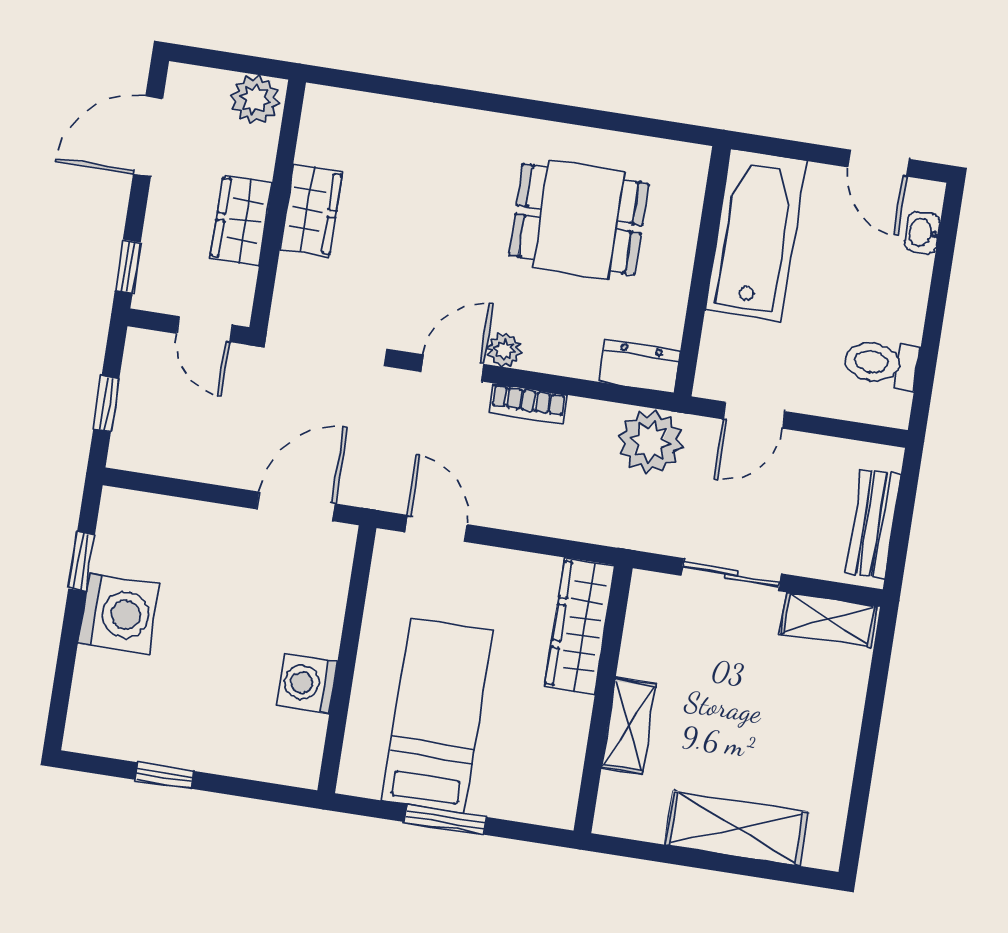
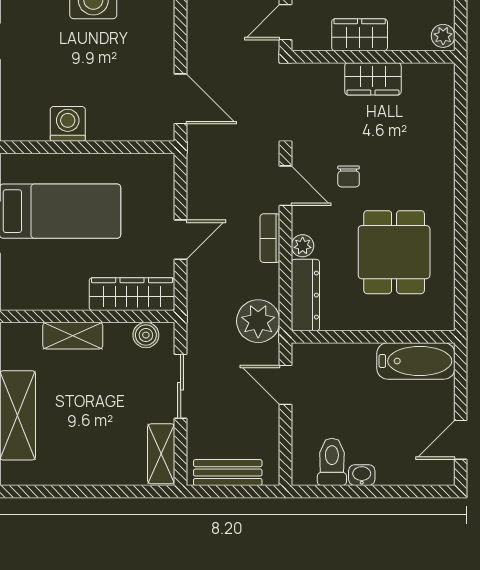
plant: (255, 99) -> (443, 36), width x0.73, depth x0.73
washbasin: (922, 233) -> (362, 475), moved
bathtub: (755, 235) -> (416, 361), width x0.73, depth x0.73
chair: (453, 270) -> (349, 176), added
plant: (504, 350) -> (303, 246), moved
dresser: (639, 366) -> (305, 295), width x1.44
door: (436, 528) -> (181, 240), moved
boiler: (645, 615) -> (146, 335), added

